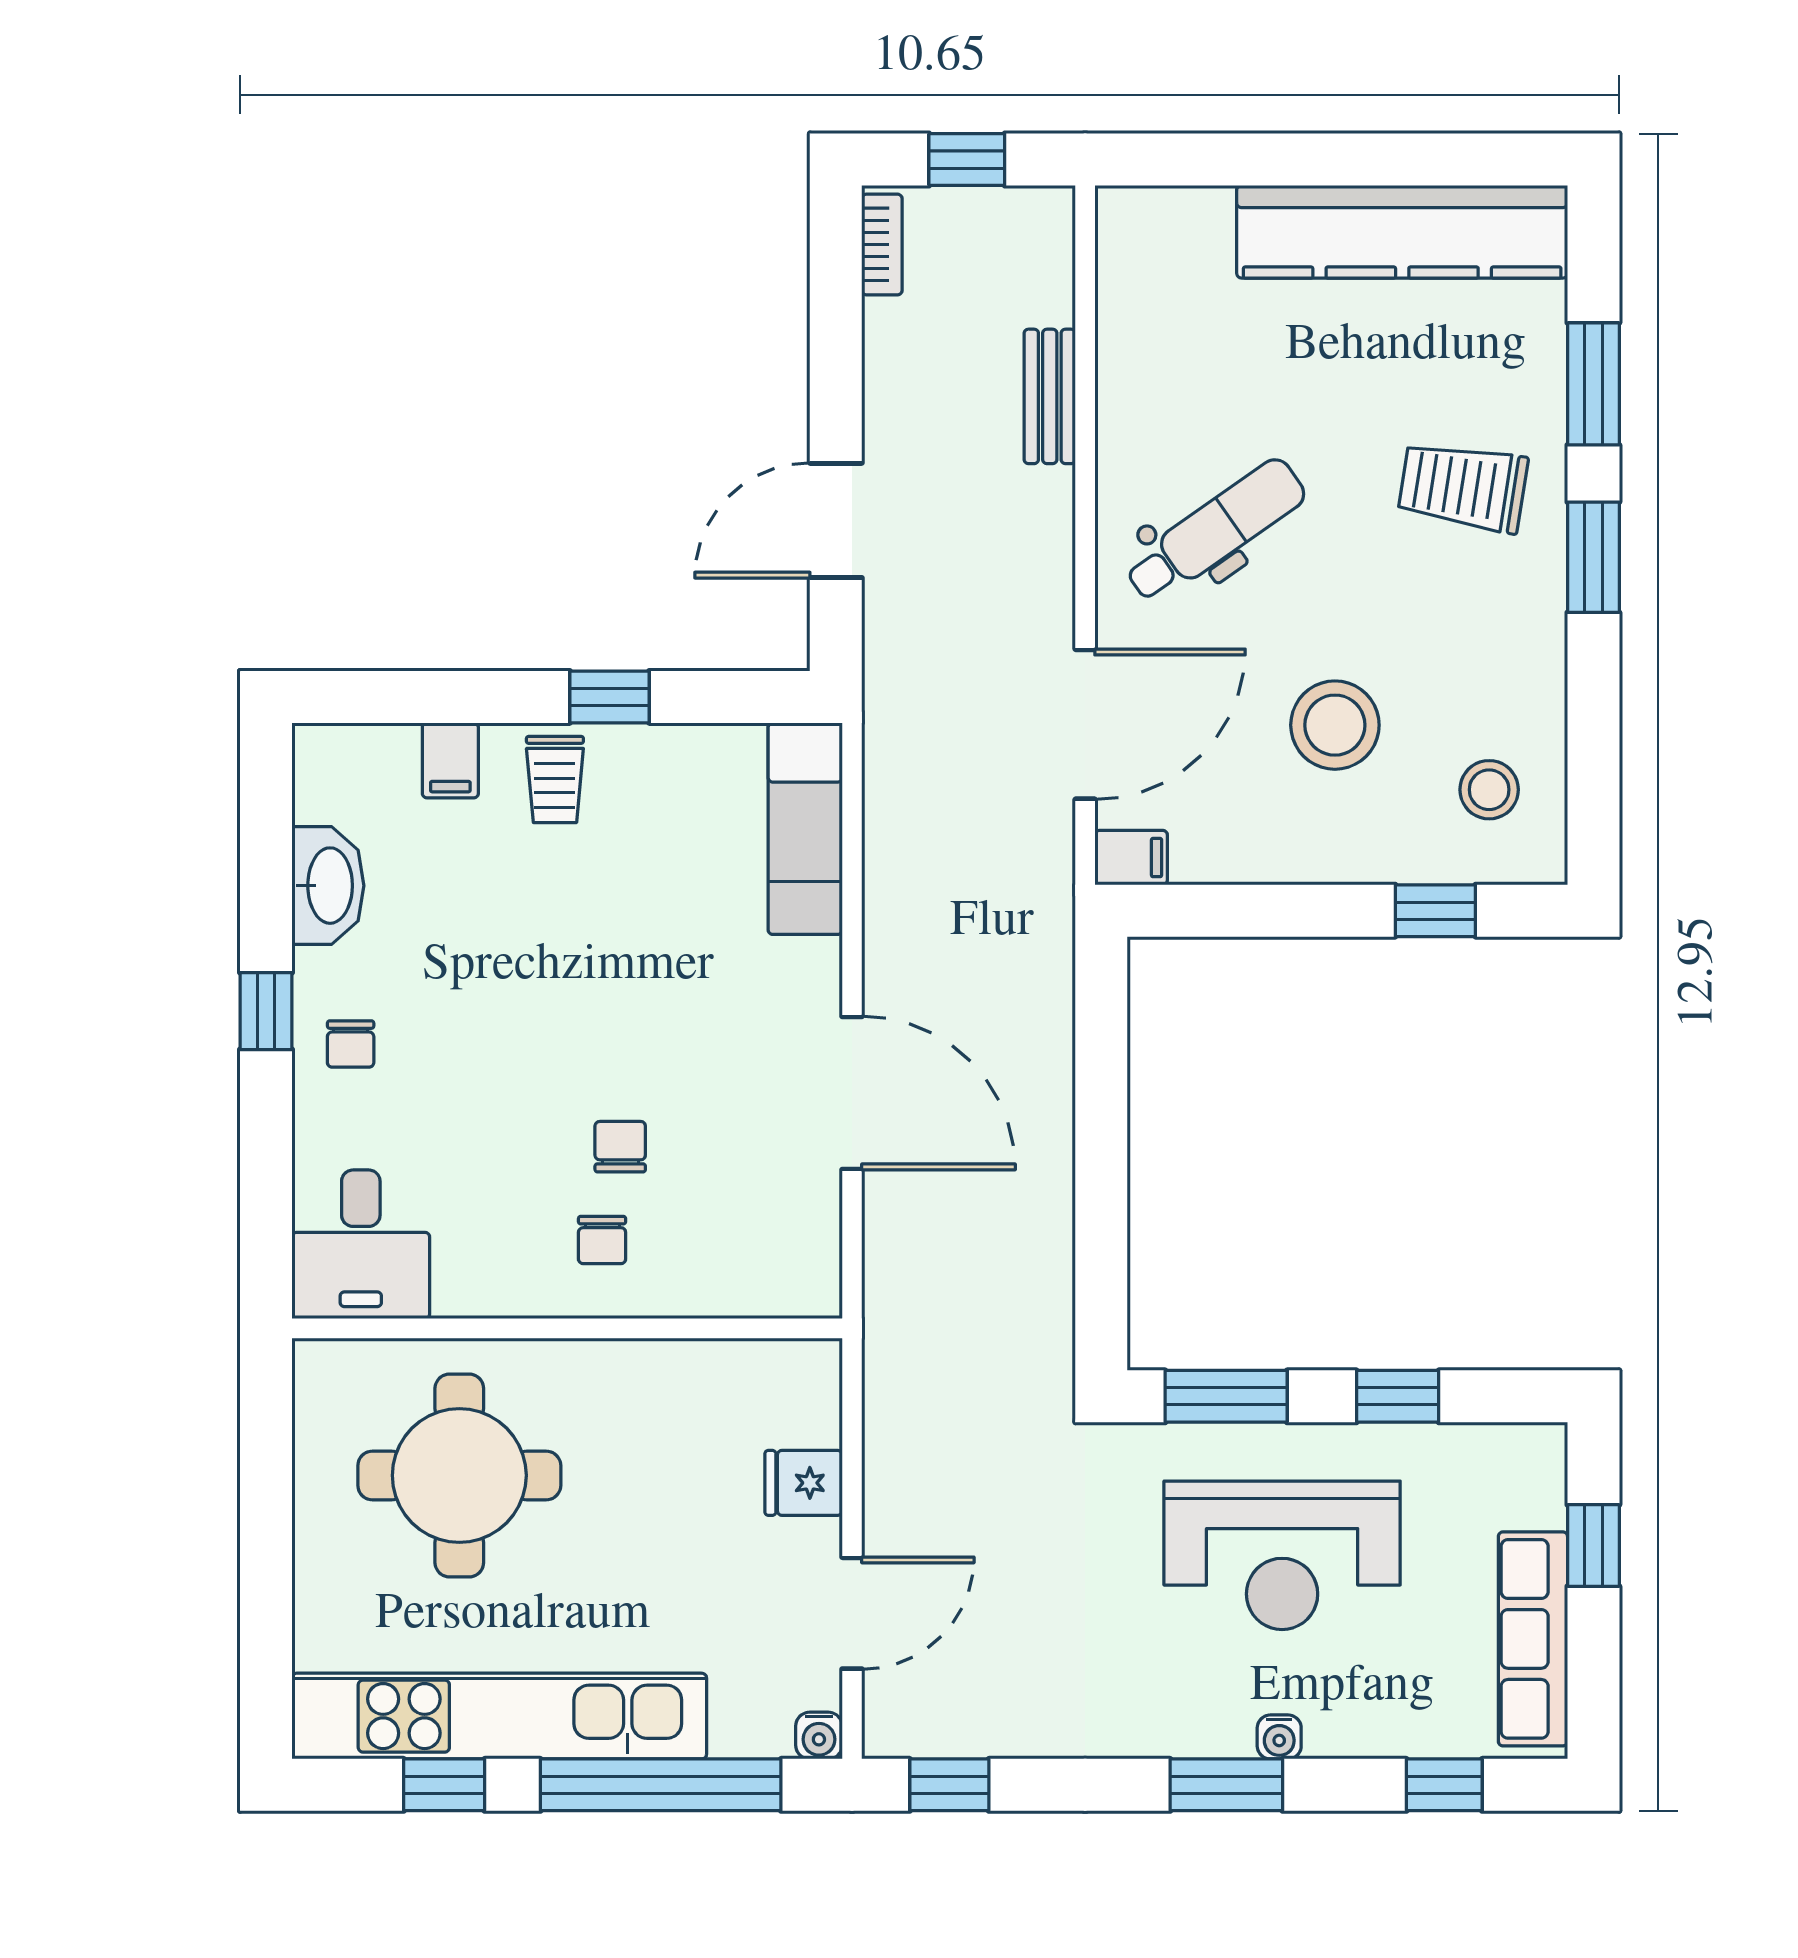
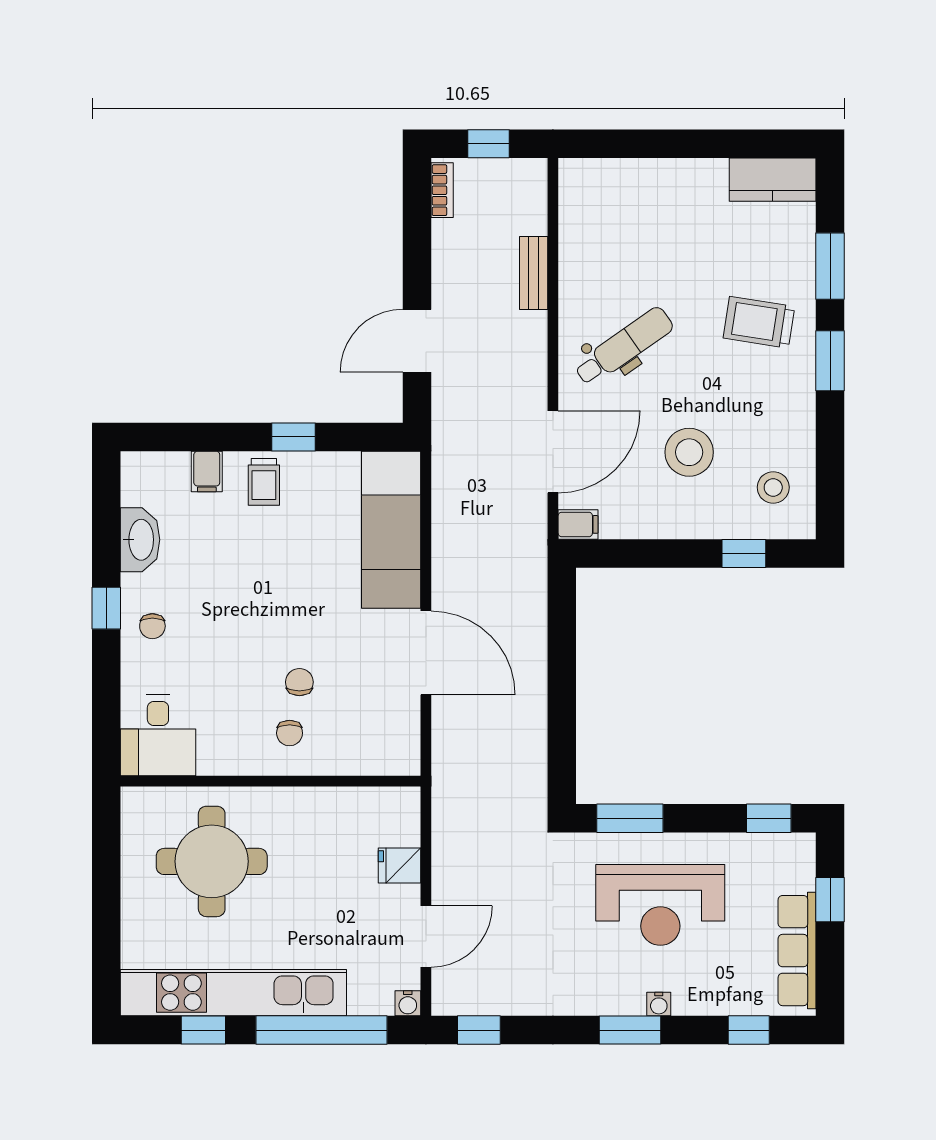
kitchen counter: (1402, 232) -> (773, 180), width x0.48, depth x0.86
exam couch: (805, 829) -> (391, 530), width x1.36, depth x1.45
window: (1398, 1396) -> (769, 818), moved

